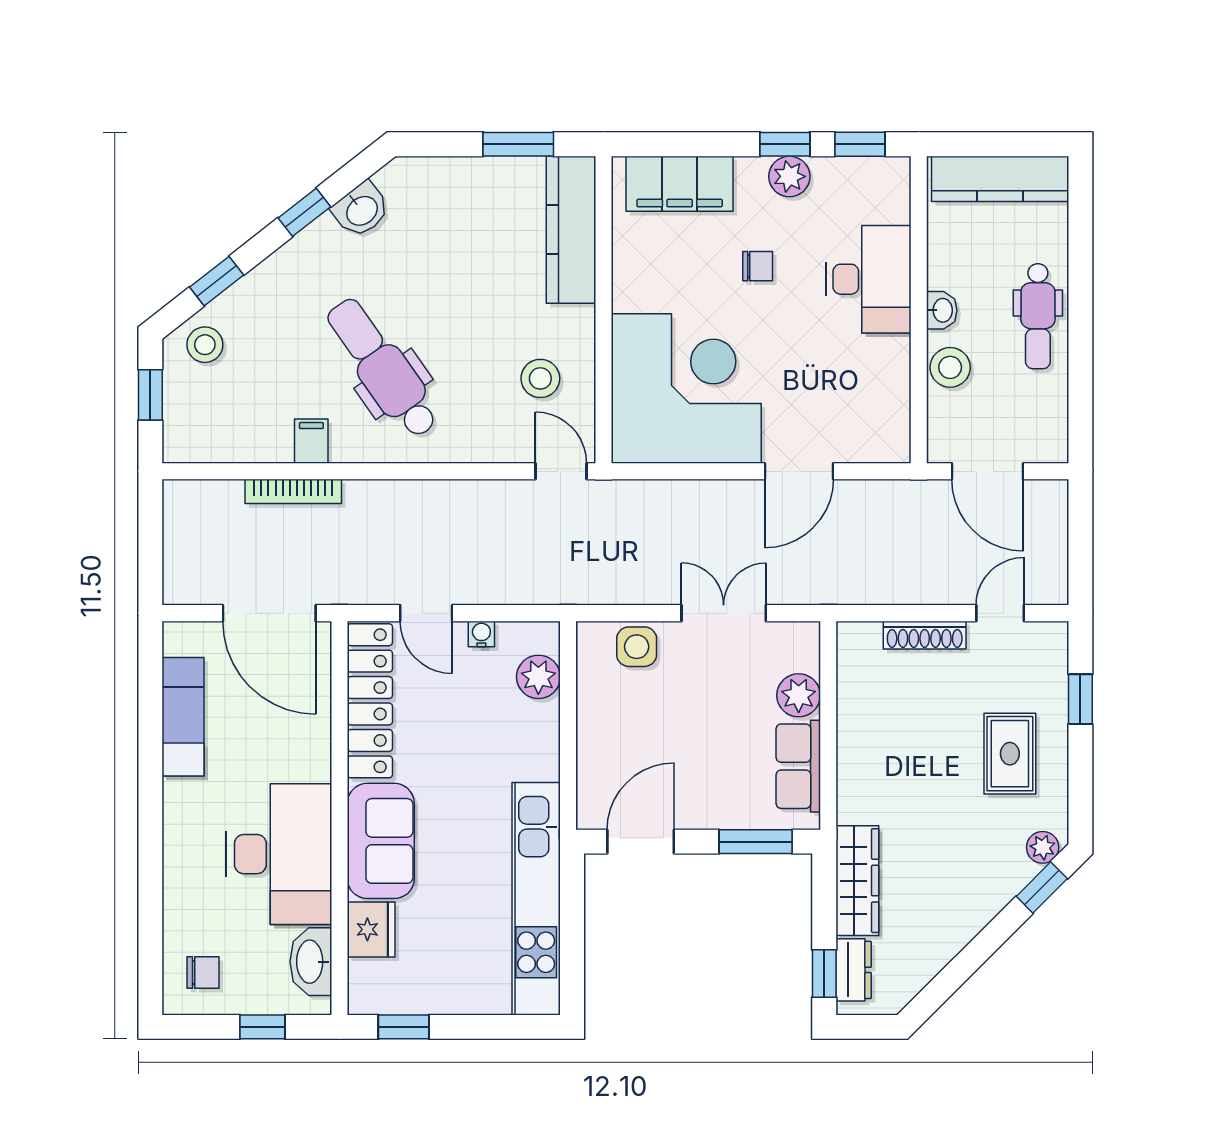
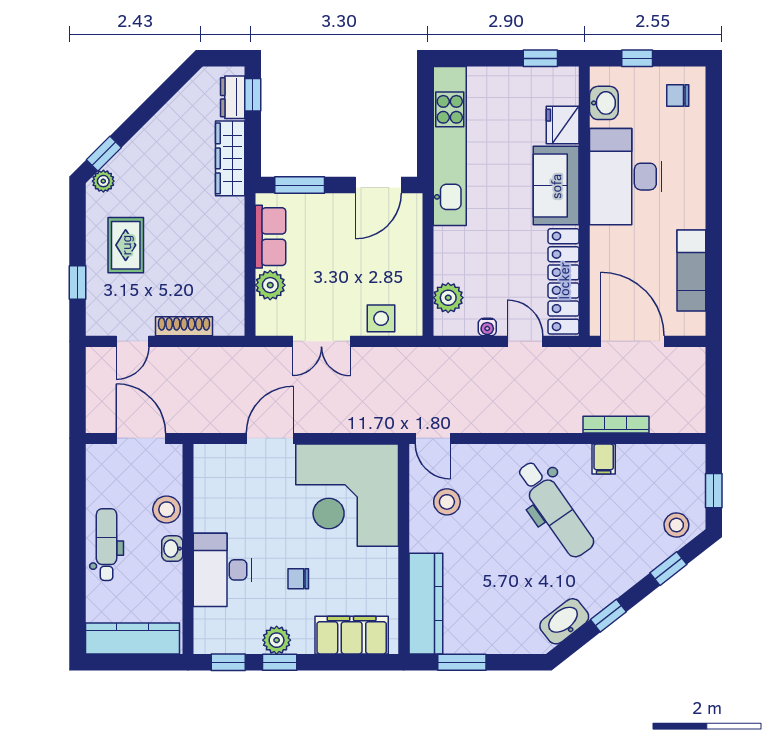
washbasin: (361, 210) -> (564, 621), width x1.38
washbasin: (311, 962) -> (604, 103), width x0.72

